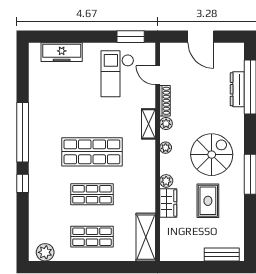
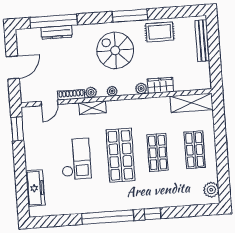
checkout: (117, 74) -> (76, 159), moved, turned -90
rug: (208, 201) -> (160, 32), moved
bench: (222, 254) -> (202, 41), width x1.36

